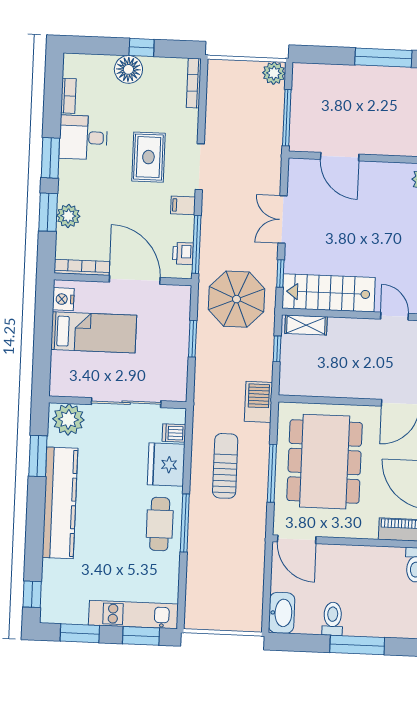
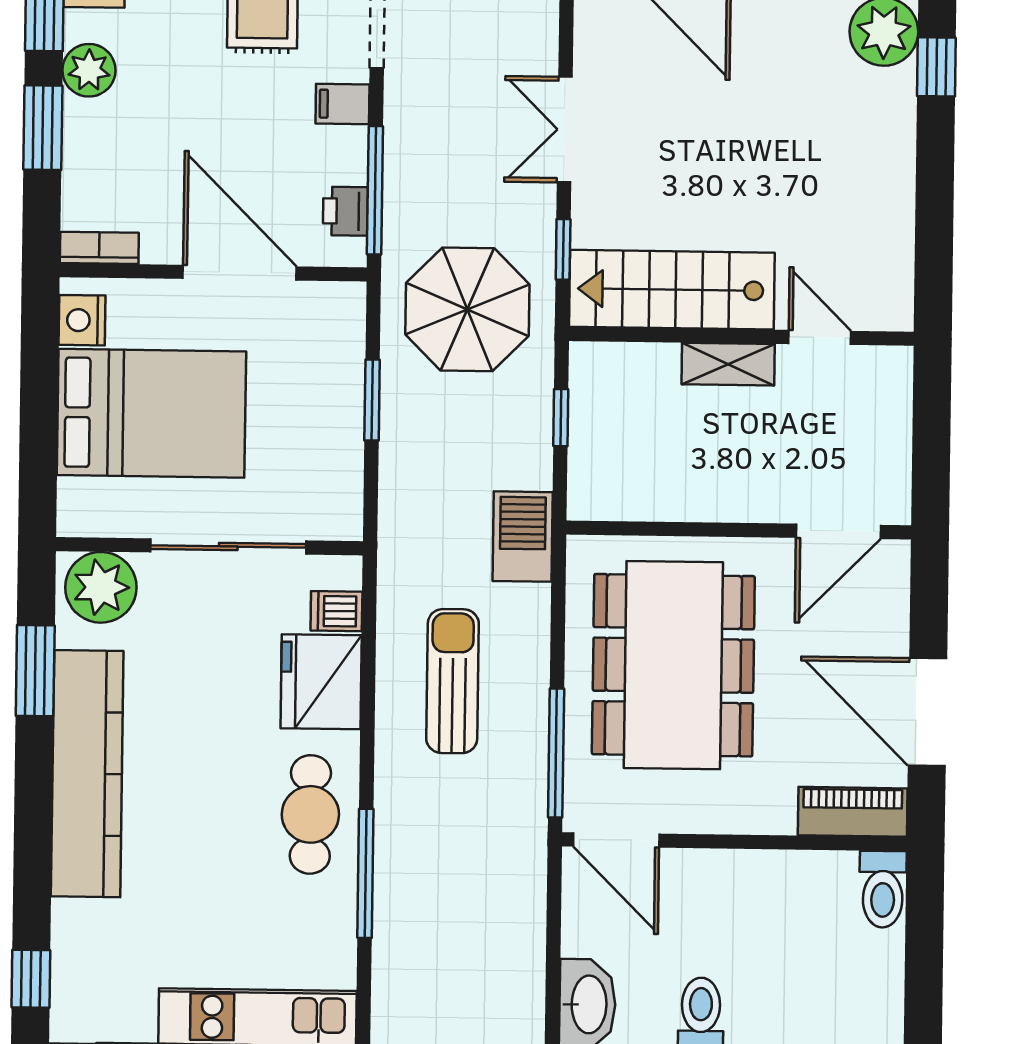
plant: (68, 216) -> (89, 70), moved
bookcase: (82, 267) -> (99, 248), width x0.64
shelving: (306, 325) -> (728, 364), moved
bed: (94, 332) -> (151, 413), width x1.50
window: (272, 473) -> (556, 753), moved
window: (185, 523) -> (365, 873), moved

